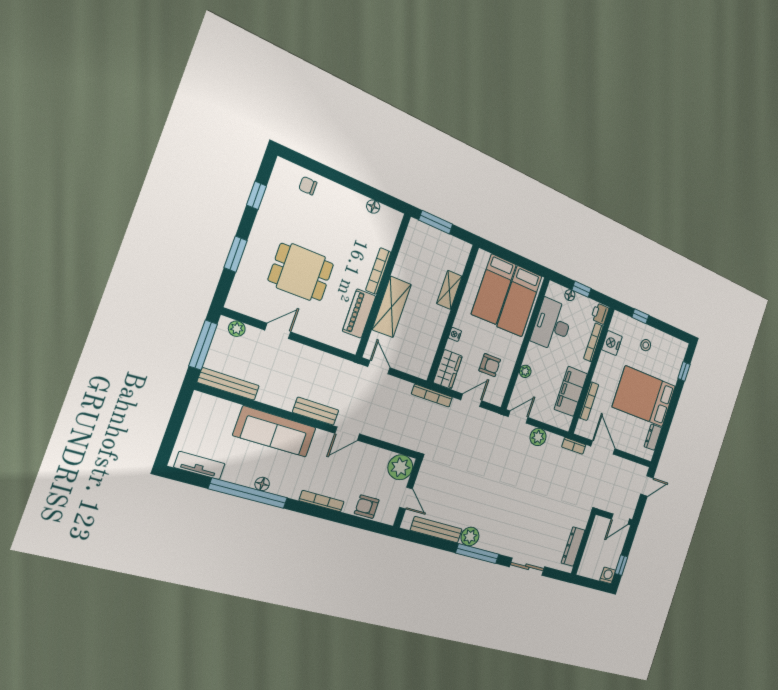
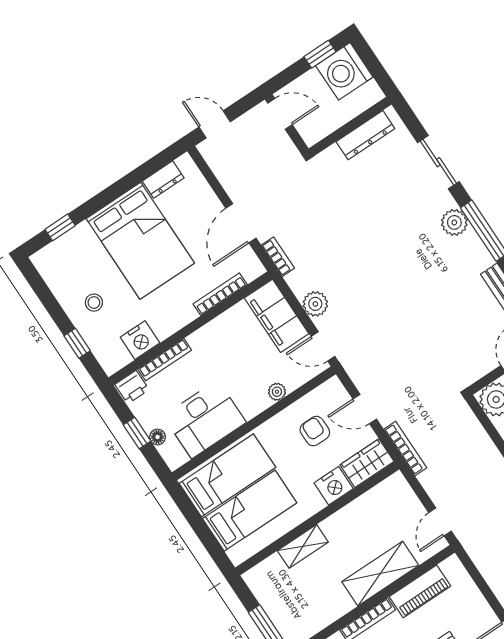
nightstand: (455, 334) -> (334, 486), width x1.89, depth x1.79
filing cabinet: (571, 391) -> (277, 316), moved, turned 90
plant: (470, 537) -> (454, 222), moved
washing machine: (608, 575) -> (344, 71), width x1.89, depth x1.89

